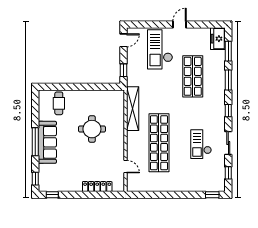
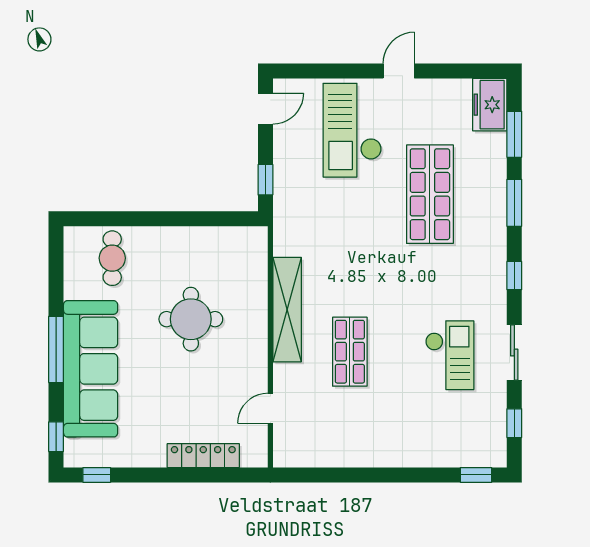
shelving: (133, 109) -> (287, 310), moved
sofa: (47, 142) -> (91, 369), width x1.36, depth x1.27
shop shelf: (159, 143) -> (350, 352), width x0.50, depth x0.74
checkout: (201, 144) -> (450, 355), turned 180
door: (126, 167) -> (270, 408), swing flipped

